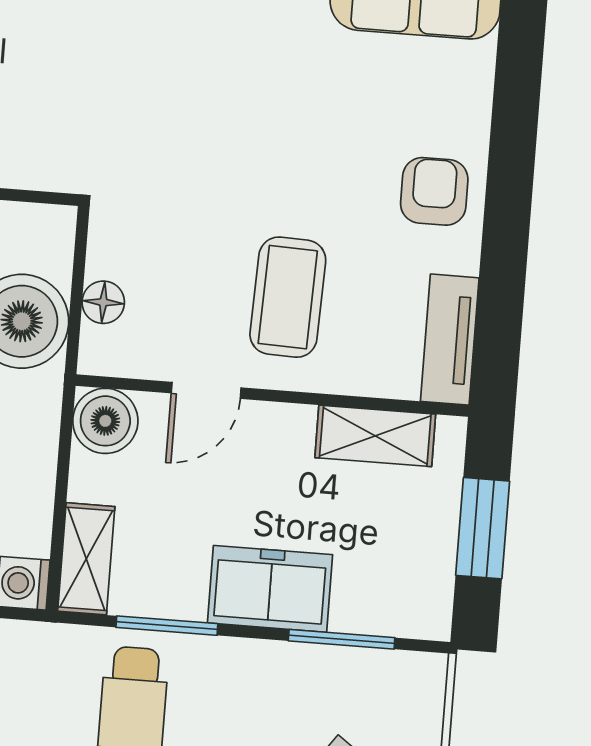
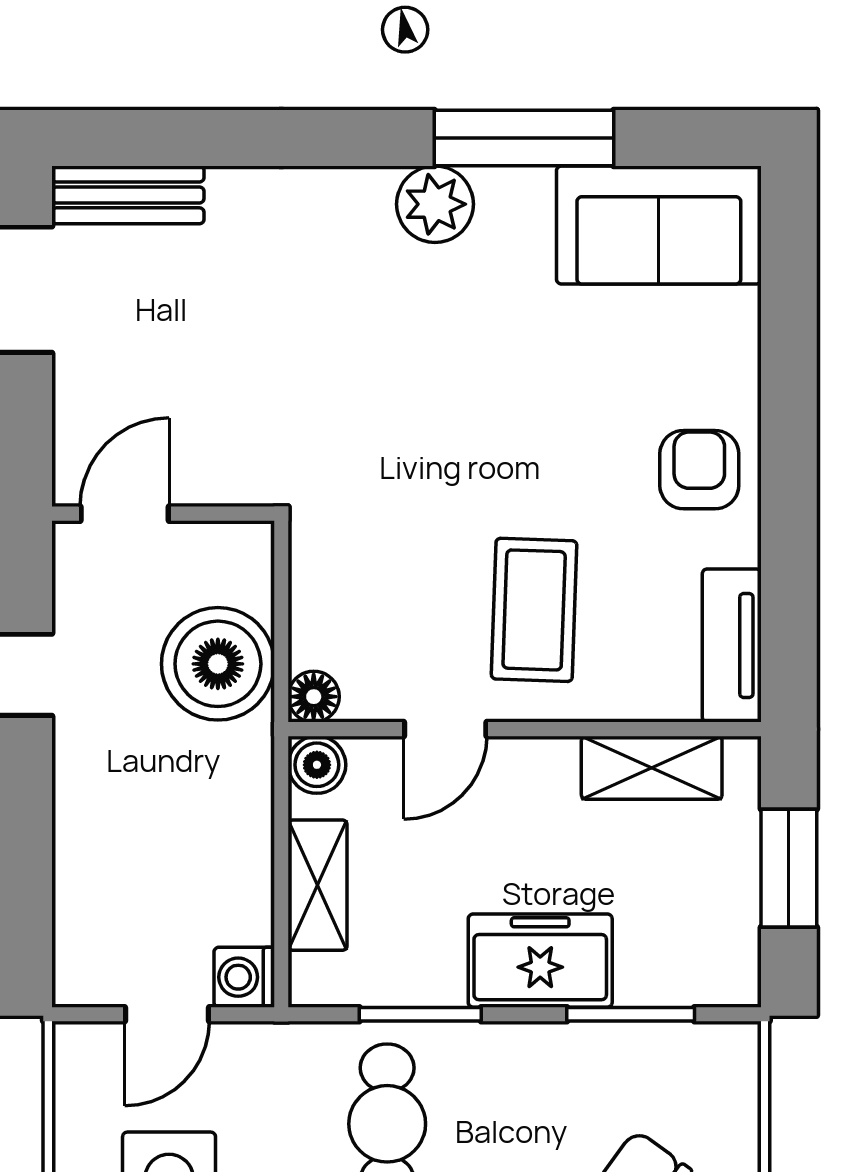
floor lamp: (103, 302) -> (314, 697), moved
boiler: (105, 421) -> (317, 765), width x0.73, depth x0.73
shelving: (86, 559) -> (318, 885), moved

